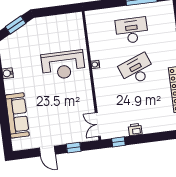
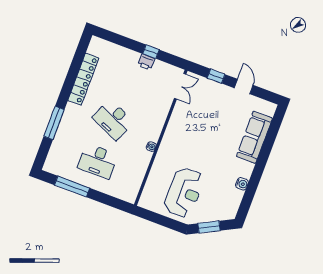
reception desk: (63, 65) -> (184, 193), moved, turned 90
desk: (137, 70) -> (113, 120), turned 45
window: (118, 142) -> (151, 52), moved

